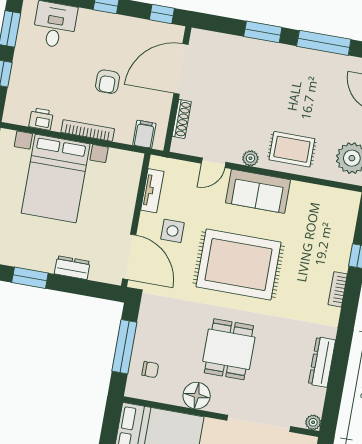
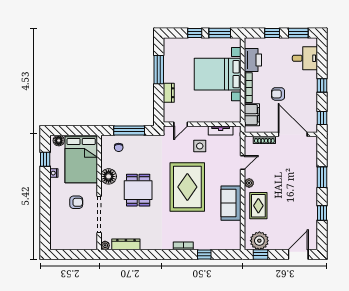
window: (324, 43) -> (322, 213), width x0.46
printer: (41, 119) -> (253, 60), width x1.87, depth x1.48
filing cabinet: (144, 134) -> (252, 115), width x2.00
door: (214, 163) -> (243, 162), swing flipped
sofa: (258, 191) -> (231, 203), moved
door: (129, 257) -> (181, 124), width x0.53
window: (30, 278) -> (159, 70), width x1.44
dining table: (229, 349) -> (138, 190), turned 90
dresser: (322, 362) -> (126, 244), moved

